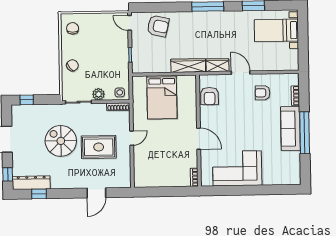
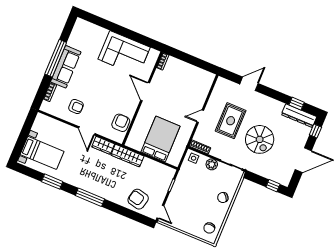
rug: (99, 147) -> (231, 121), turned 90

